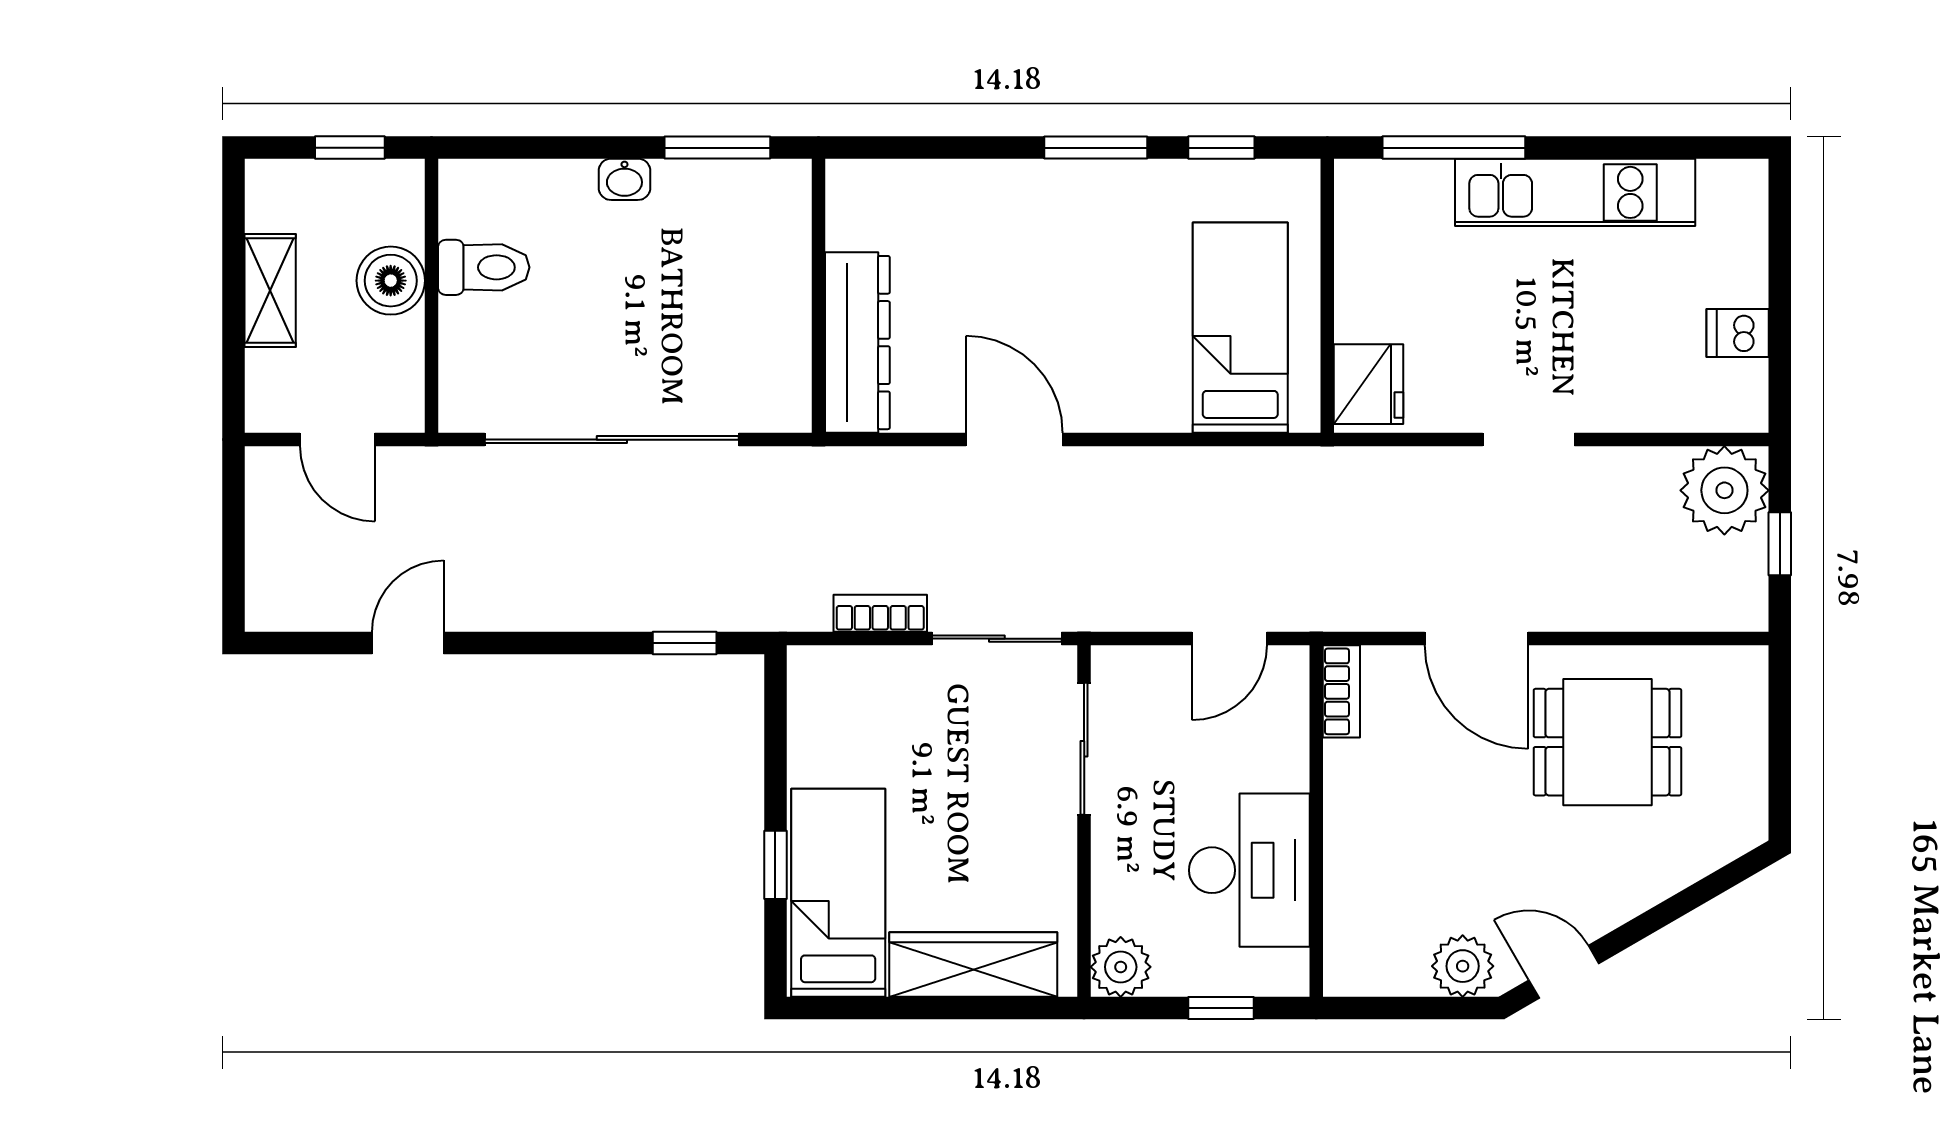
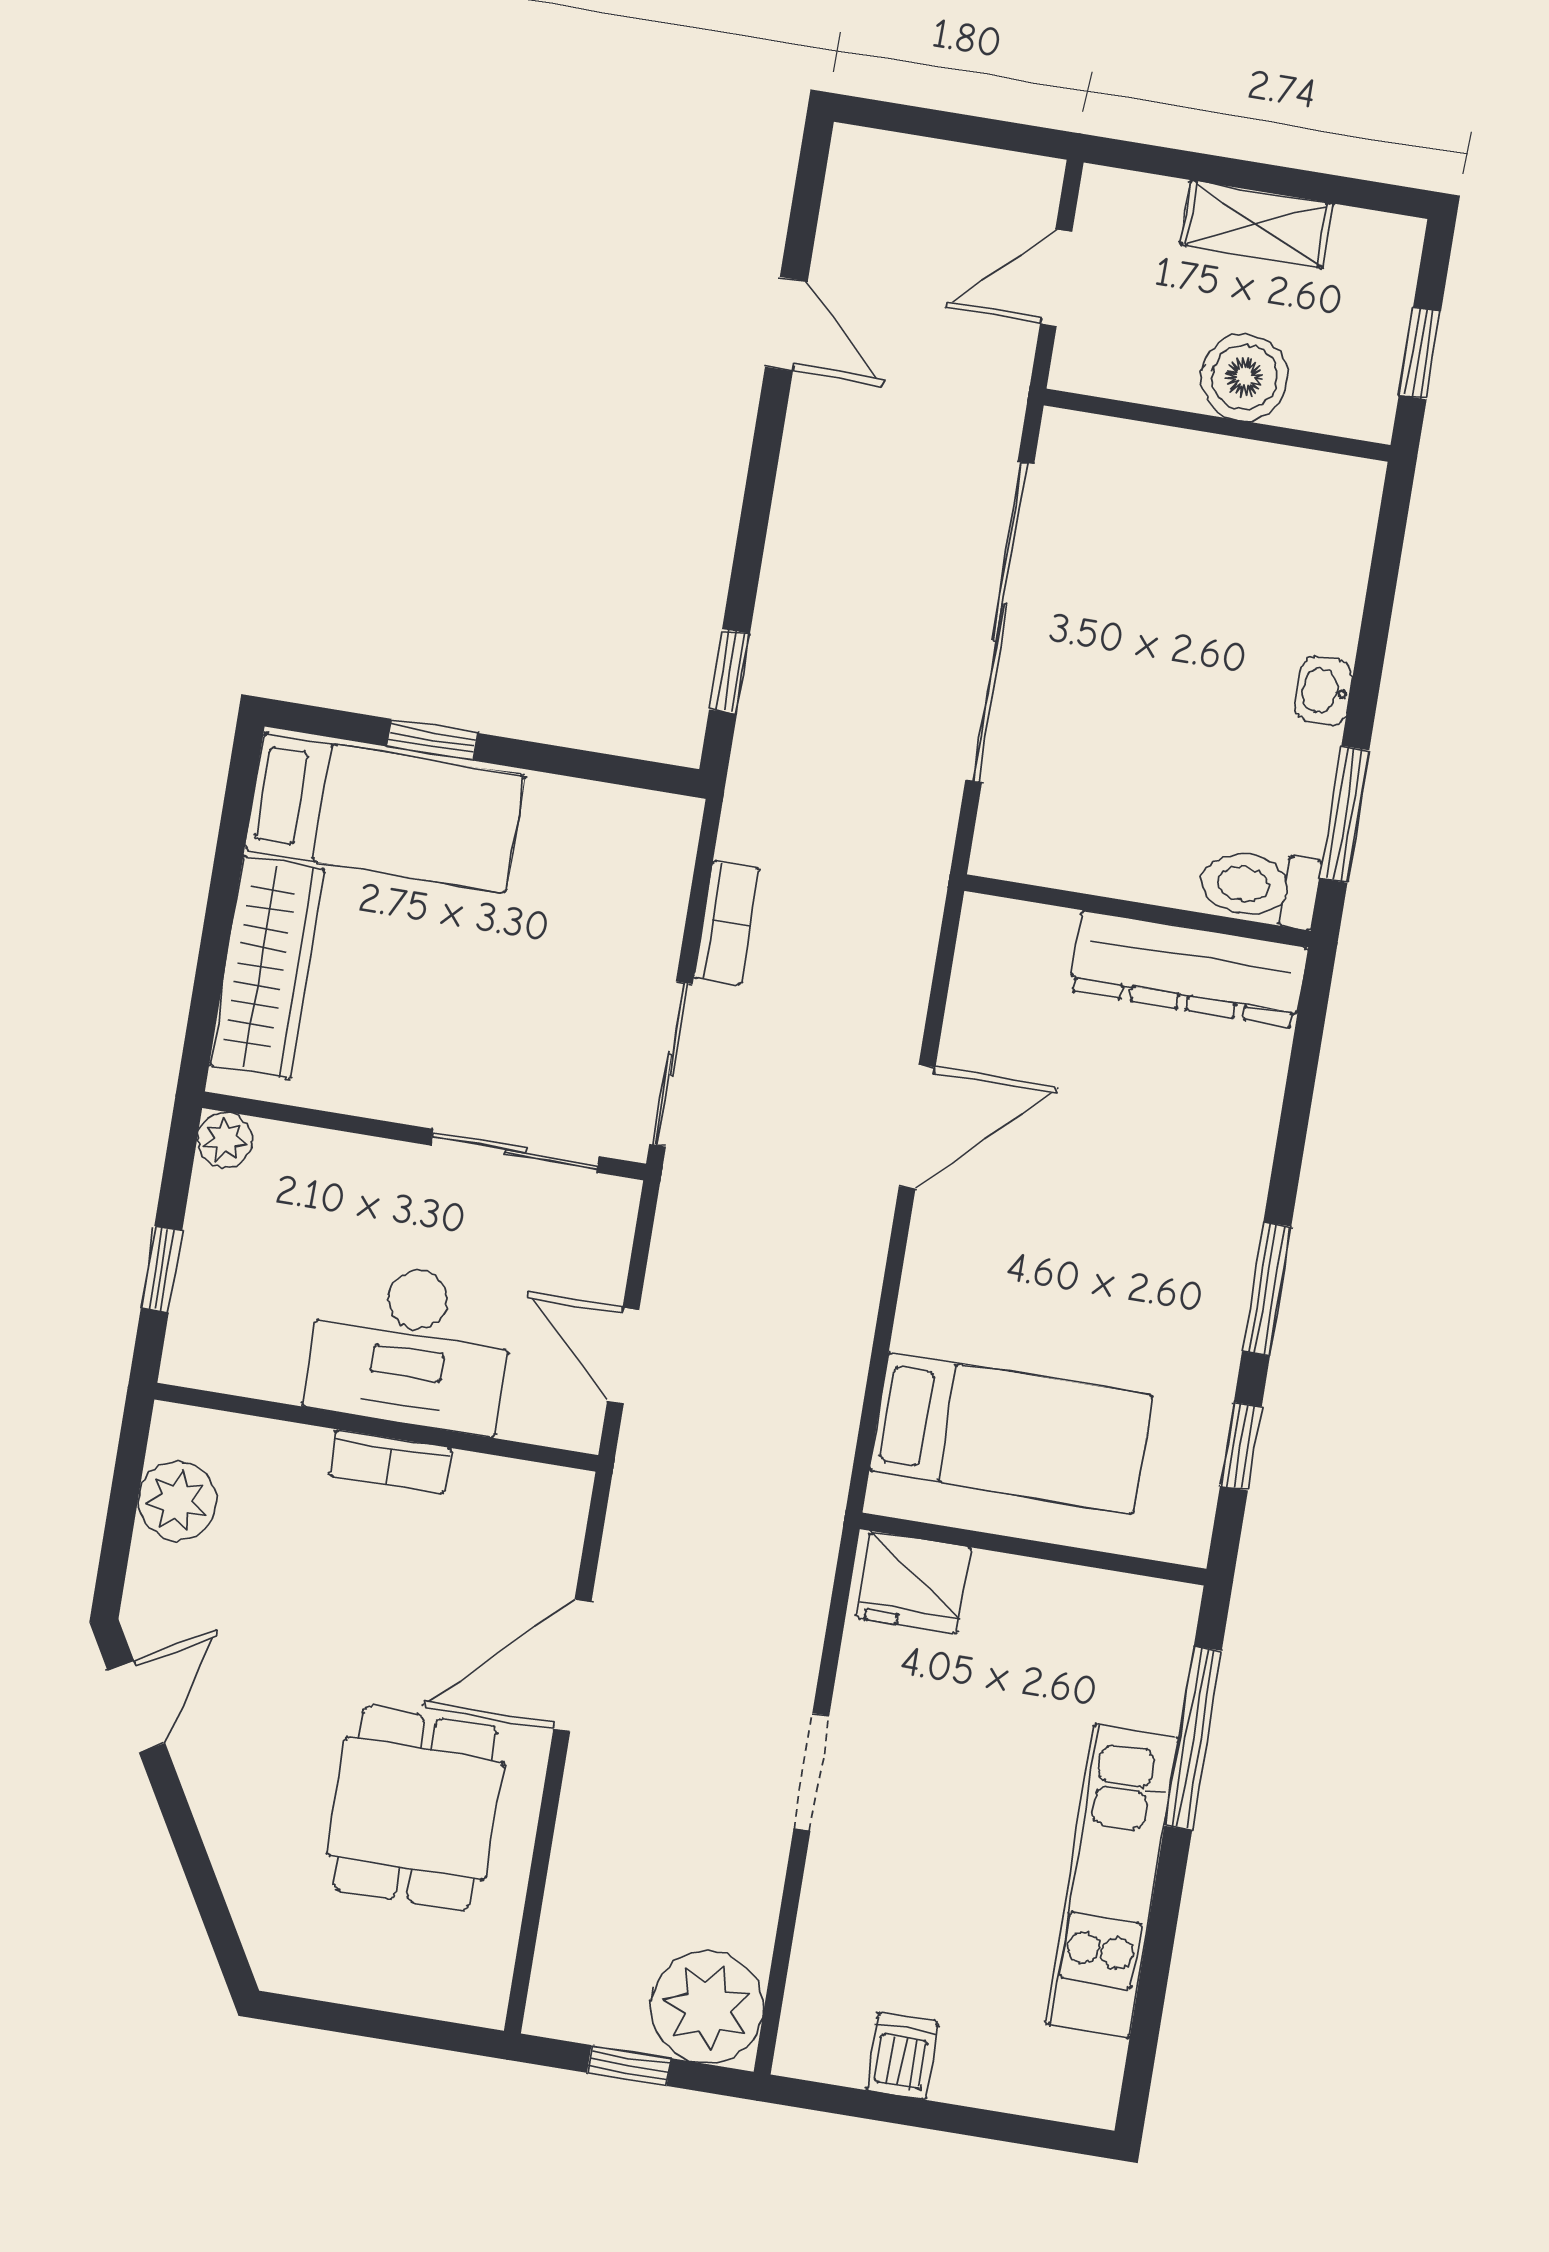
toilet: (484, 267) -> (1260, 887), moved, turned 90
dresser: (857, 343) -> (1188, 969), moved
bookcase: (1341, 691) -> (390, 1462), moved
desk: (1249, 870) -> (410, 1347), moved
plant: (1463, 966) -> (177, 1501), moved
plant: (1121, 967) -> (225, 1140), width x0.73, depth x0.73

